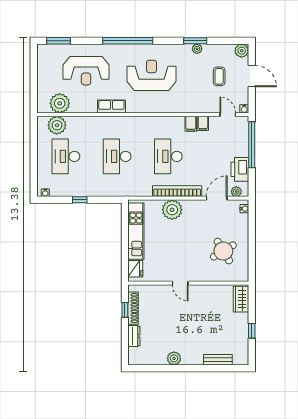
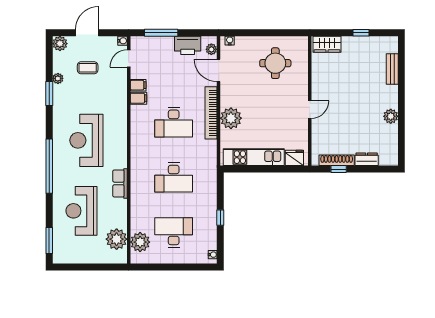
plant: (197, 49) -> (58, 78), moved
reception desk: (86, 71) -> (81, 211), turned 180
window: (252, 145) -> (161, 33), width x0.68
desk: (66, 156) -> (174, 232), turned 180
round table: (223, 251) -> (275, 63), turned 31

